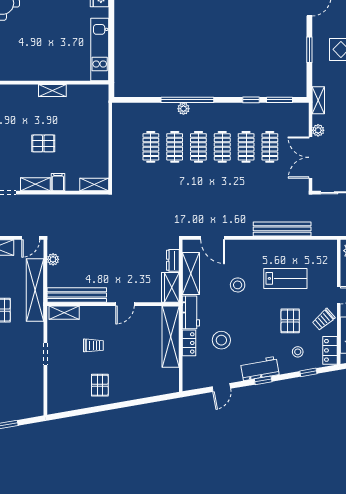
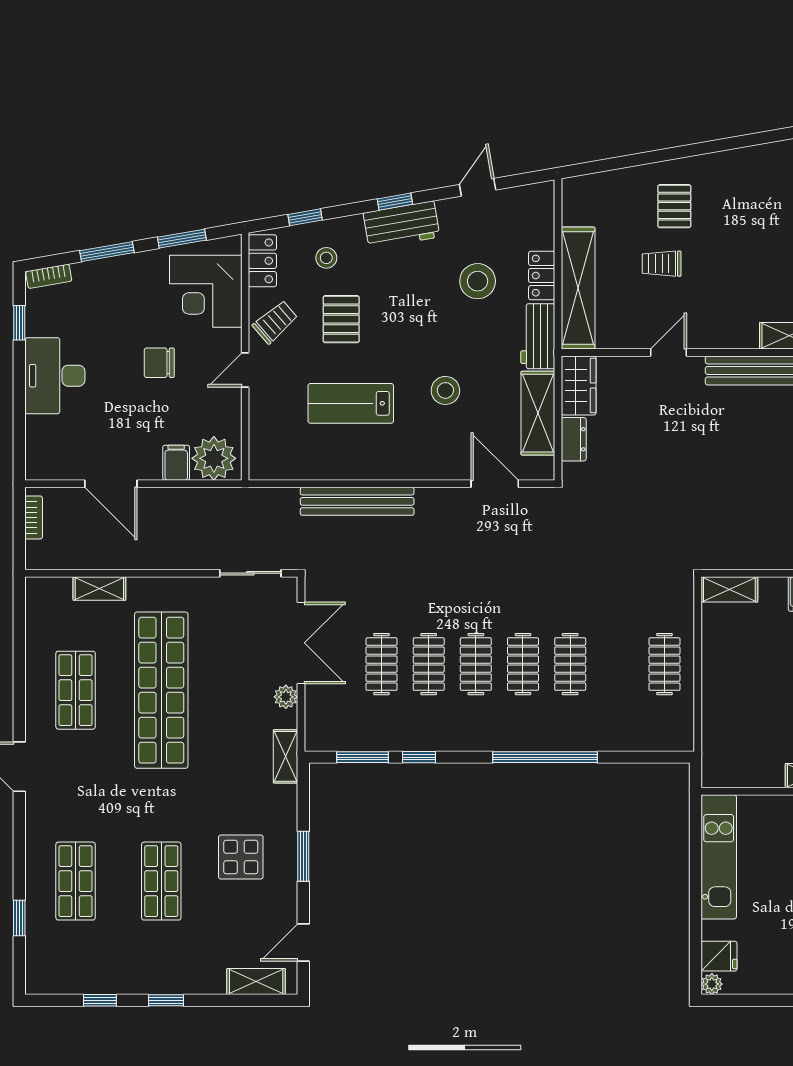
plant: (183, 109) -> (553, 740), removed
clothes rail: (151, 147) -> (664, 664), moved
trolley: (93, 345) -> (662, 264), moved
pallet: (100, 385) -> (674, 206), moved

